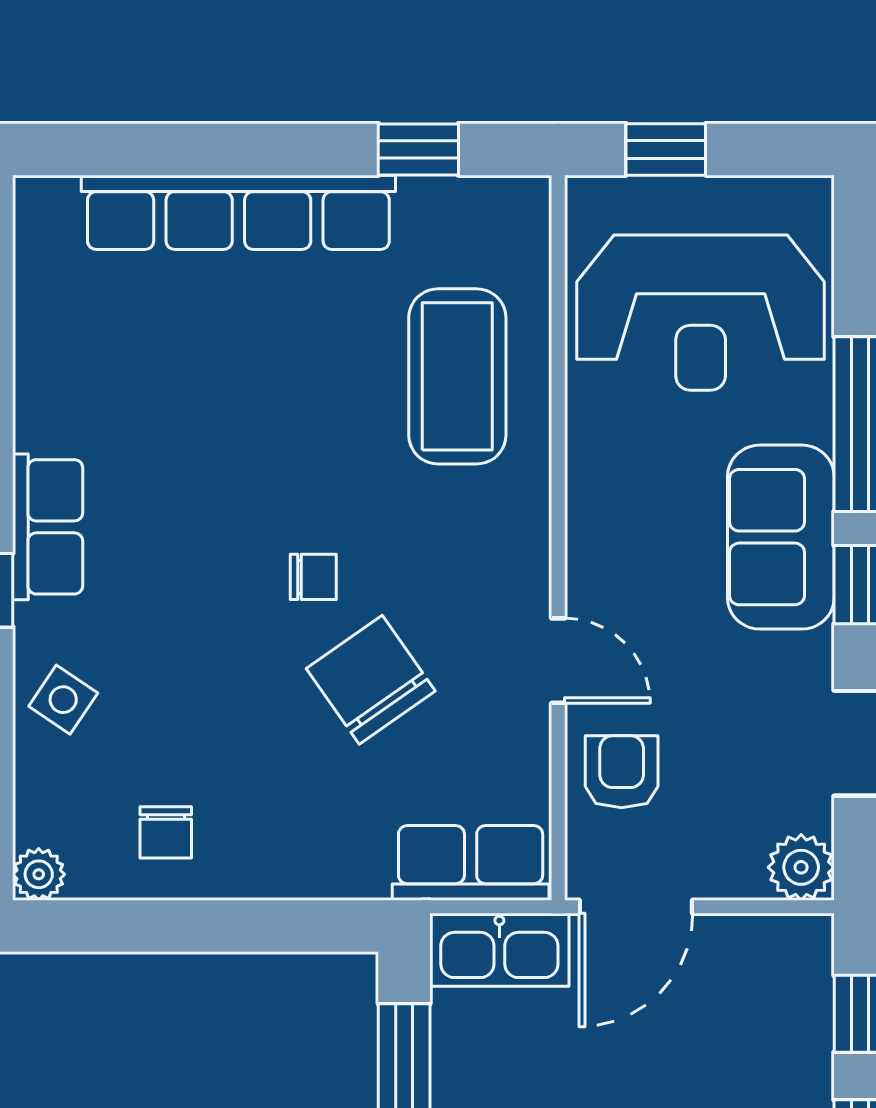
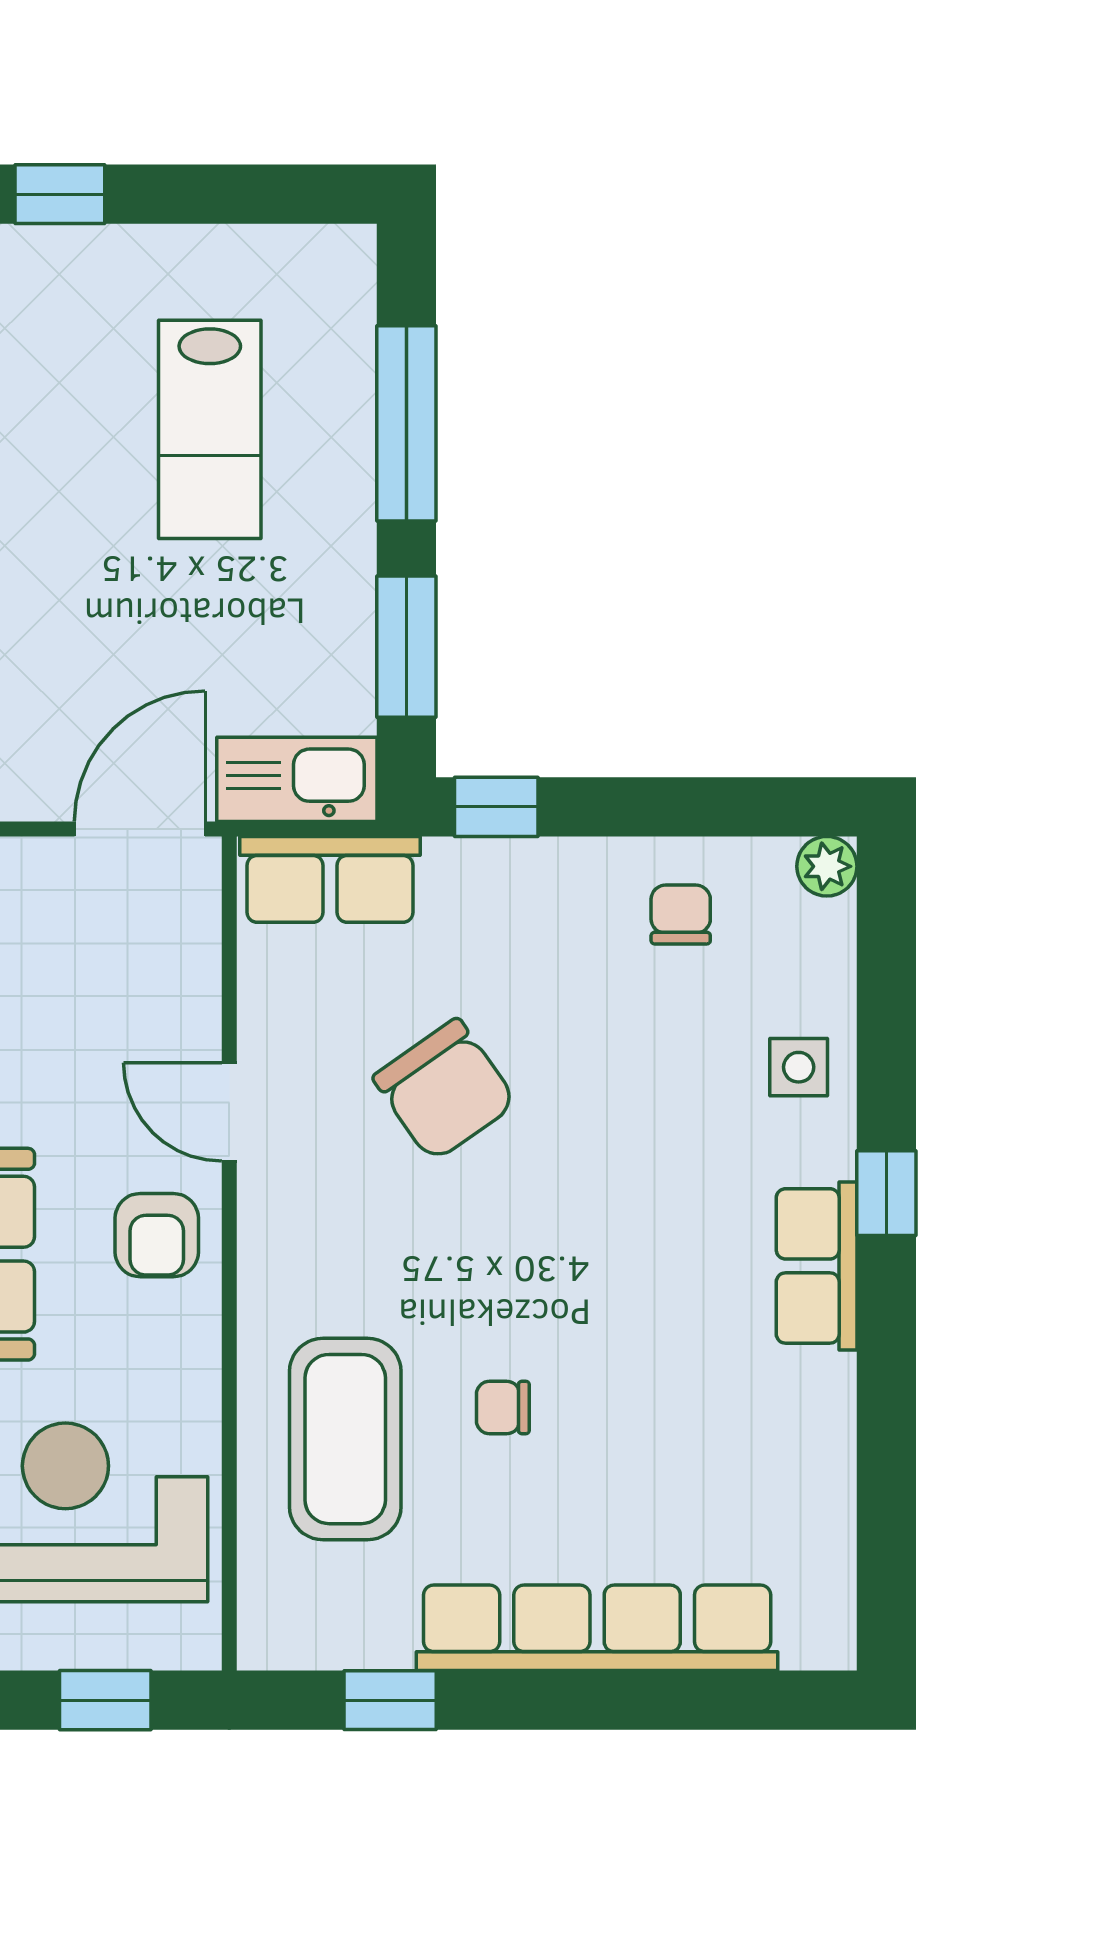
chair: (313, 577) -> (503, 1408), moved
side table: (63, 700) -> (799, 1067), turned -34
armchair: (622, 772) -> (157, 1235), moved
window: (326, 926) -> (496, 807), added

